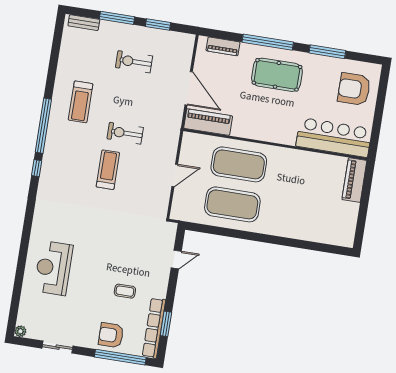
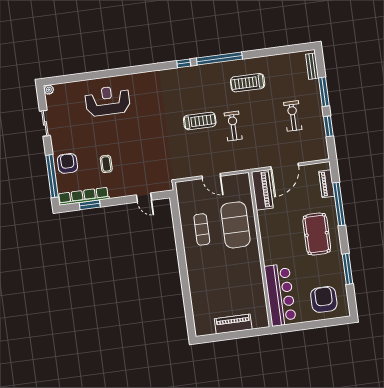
window: (268, 42) -> (339, 204), moved
piano: (354, 180) -> (233, 324), moved
exercise mat: (232, 204) -> (202, 229), width x0.50, depth x0.69

